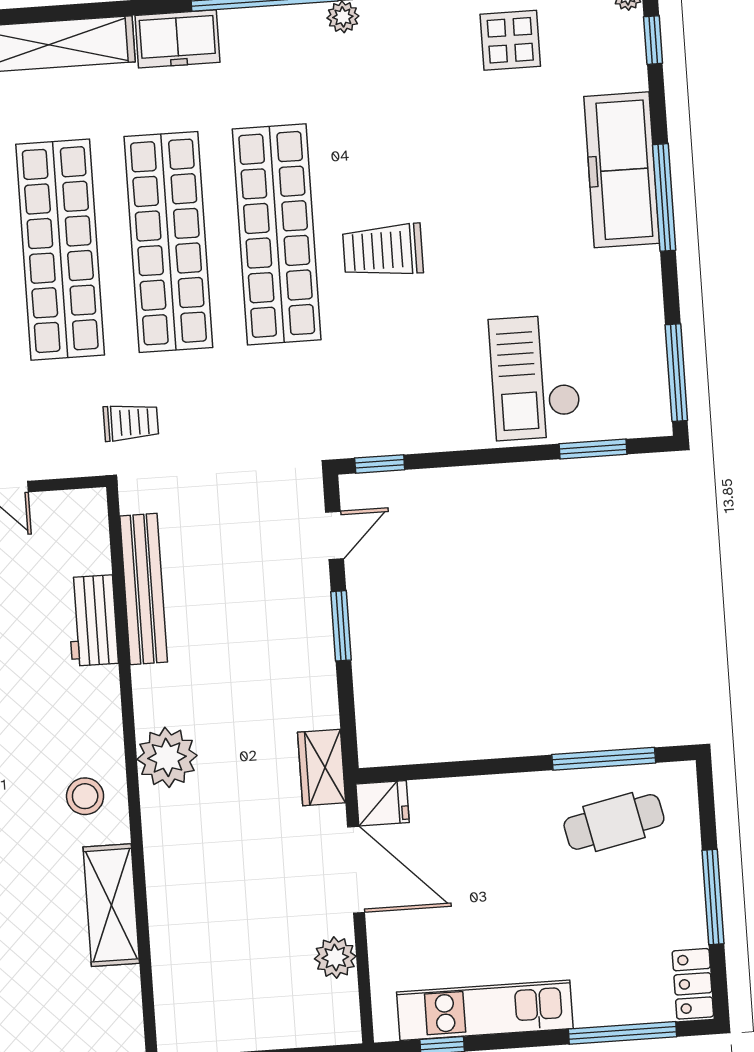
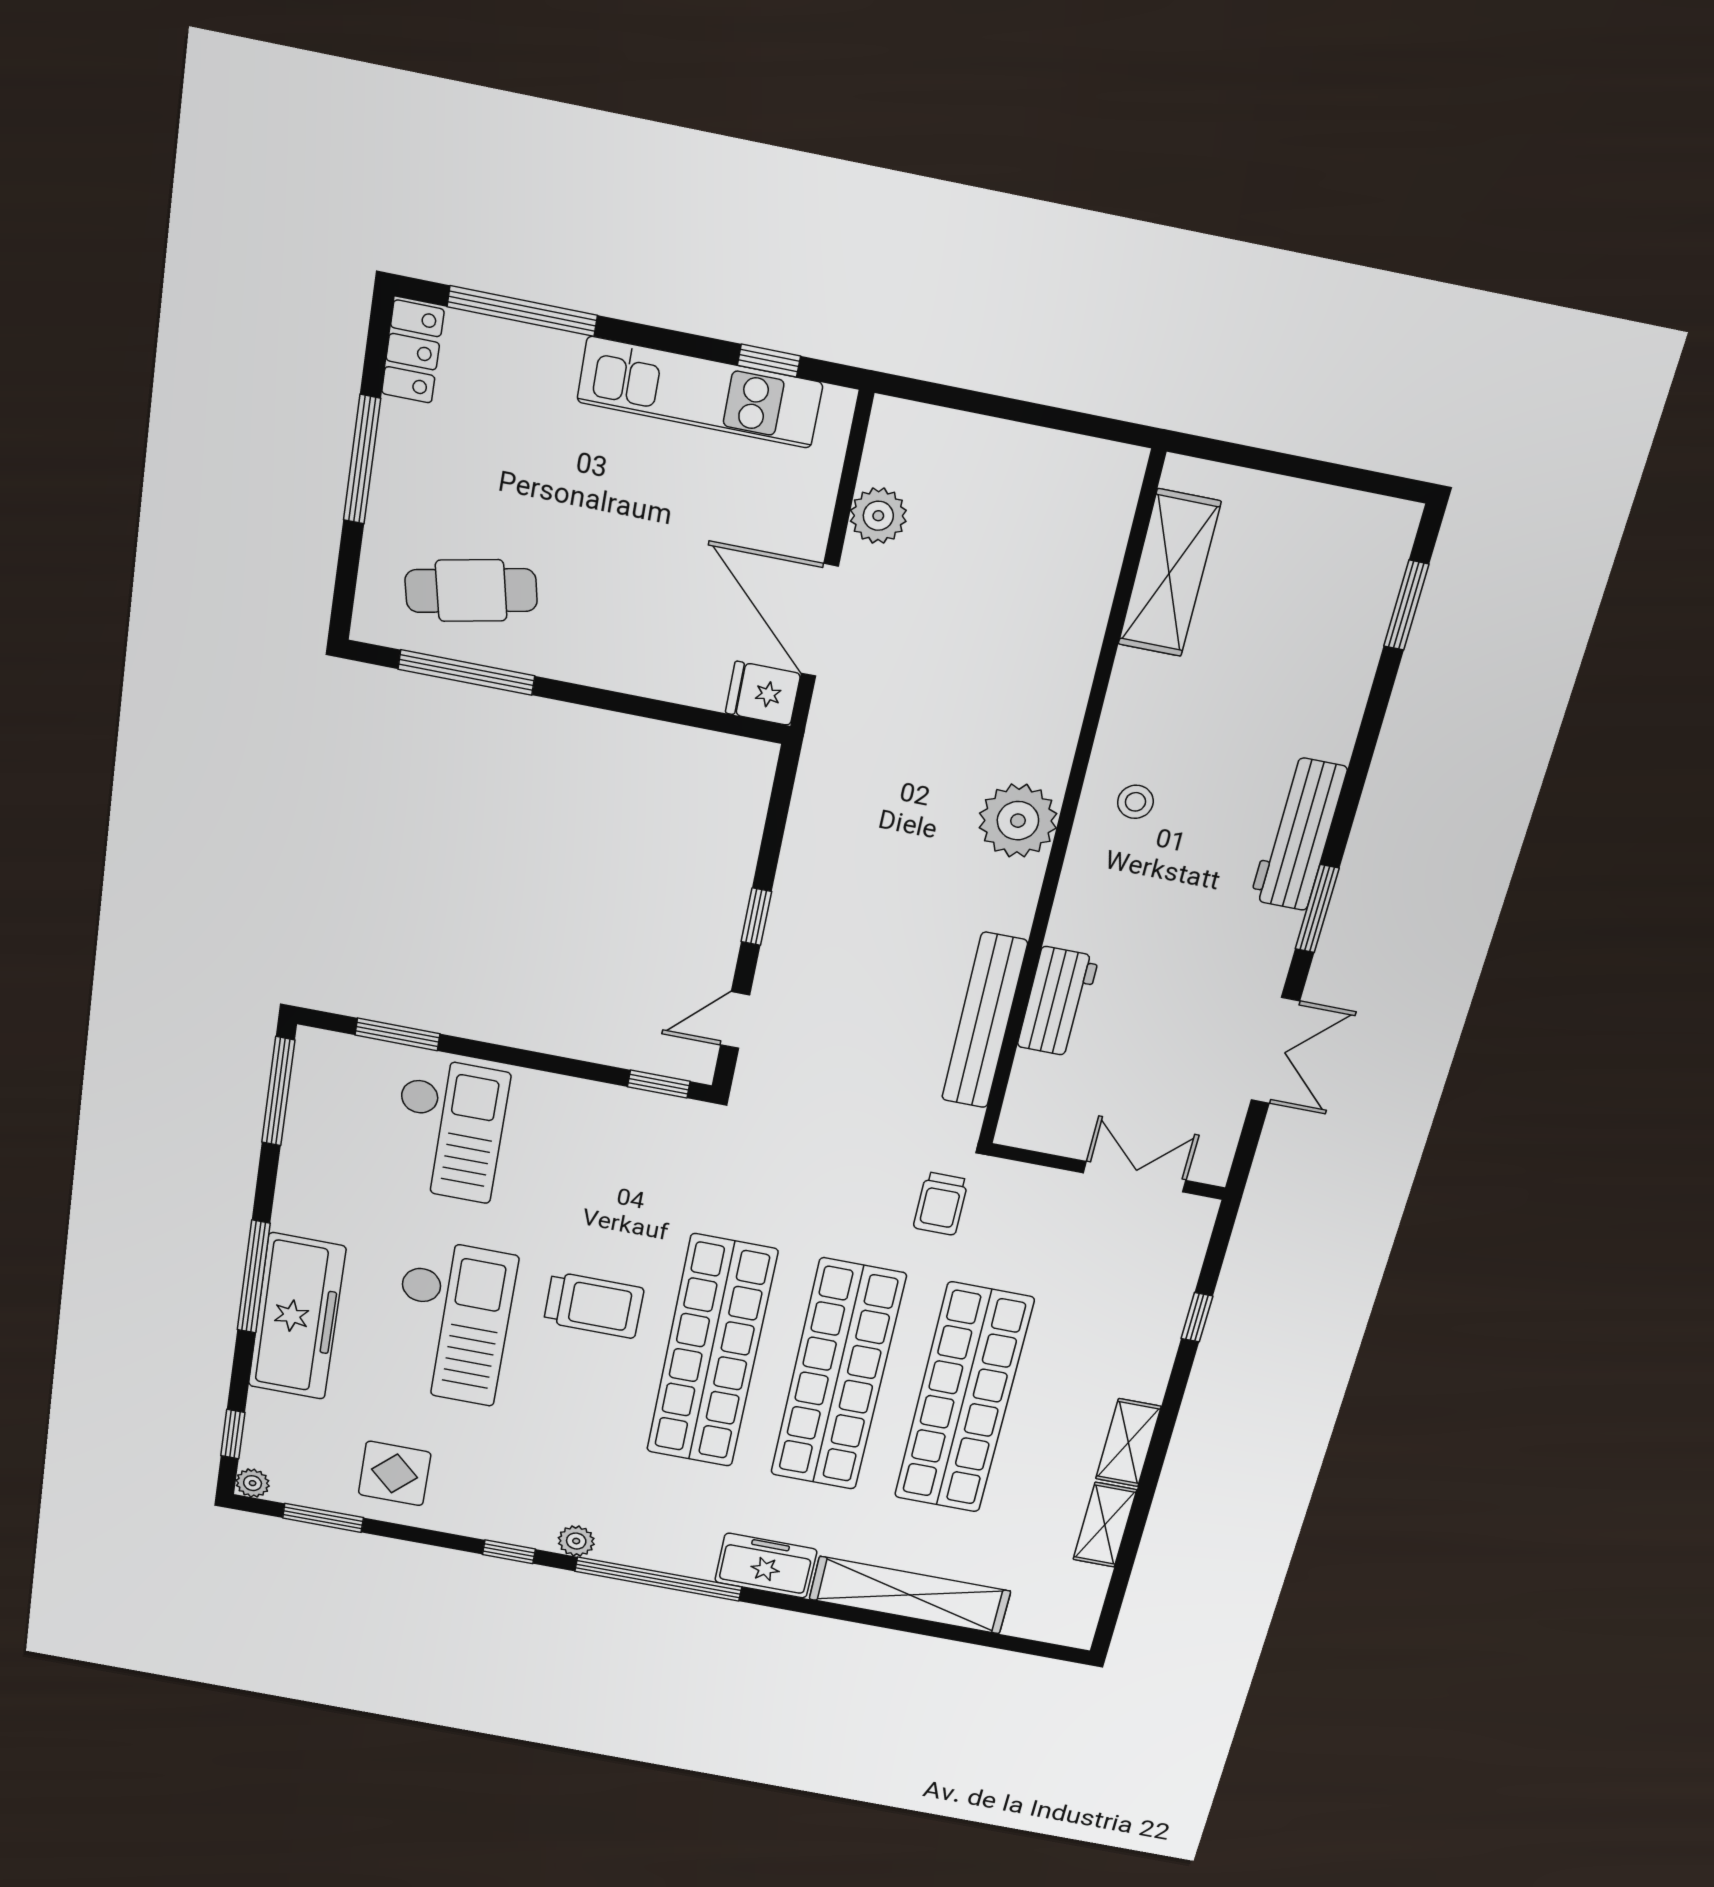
checkout: (495, 201) -> (452, 1322), added
trolley: (131, 422) -> (941, 1204), turned -90
window: (341, 626) -> (756, 917), width x0.67
wardrobe: (322, 768) -> (828, 757), removed
stool: (85, 796) -> (1135, 802), width x0.73, depth x0.73
shelving: (111, 905) -> (1169, 573), moved

